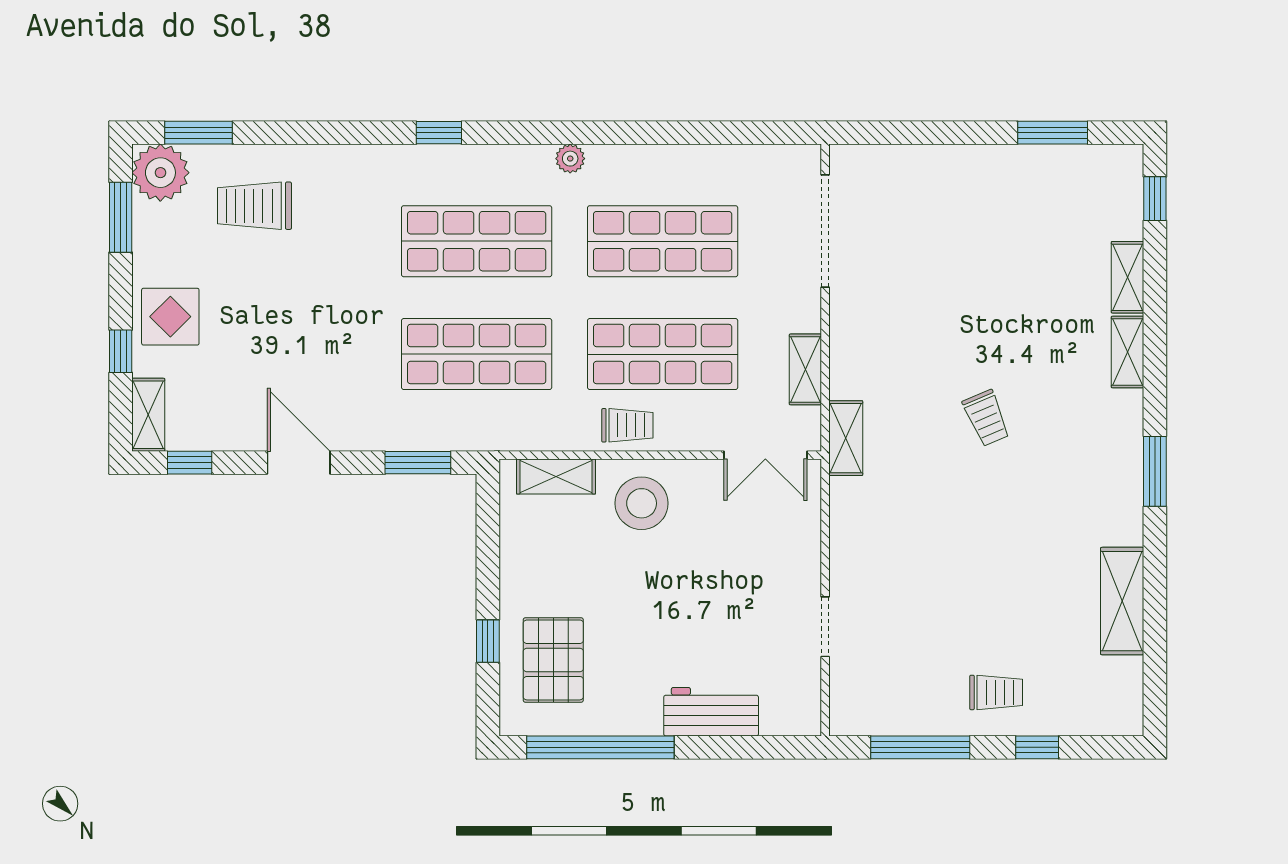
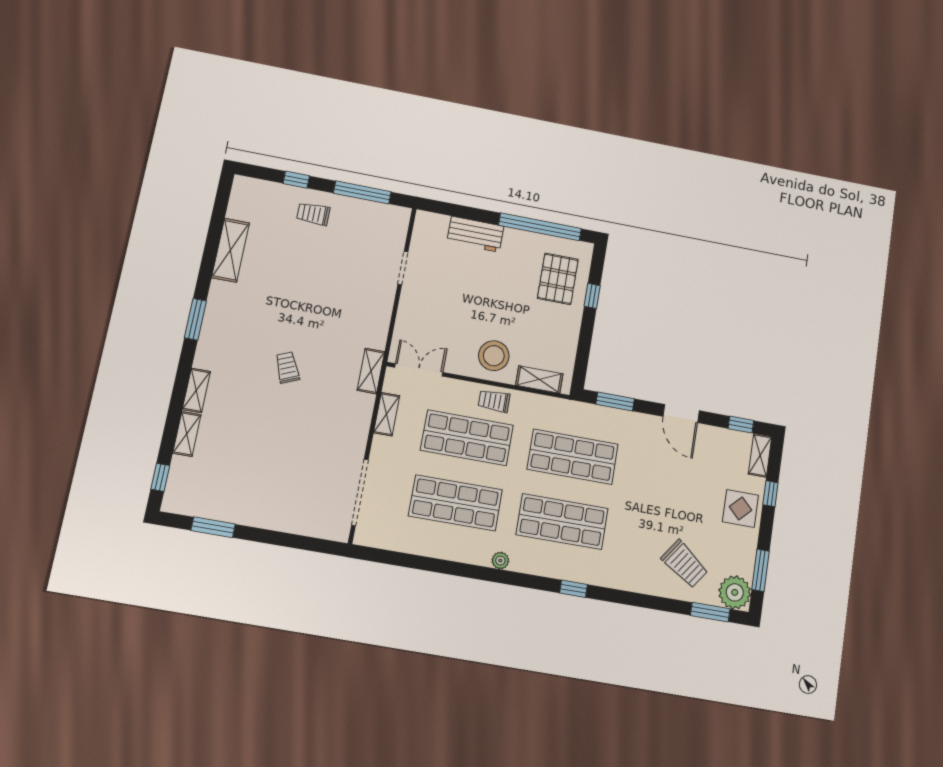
trolley: (255, 206) -> (685, 564), turned 36

